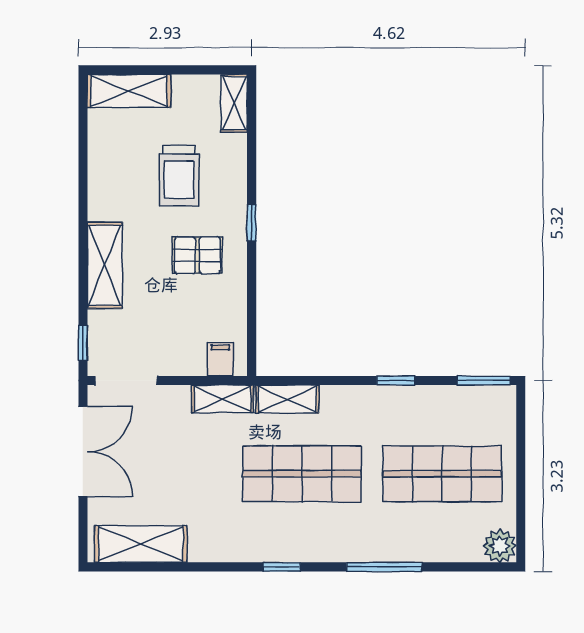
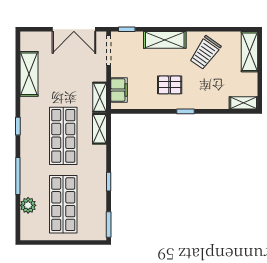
trolley: (179, 176) -> (205, 53), moved, turned -55
pallet: (197, 255) -> (170, 85), turned 90
filing cabinet: (220, 359) -> (119, 90), width x2.00
shelving: (141, 544) -> (29, 74), moved
plant: (500, 546) -> (28, 205), moved

